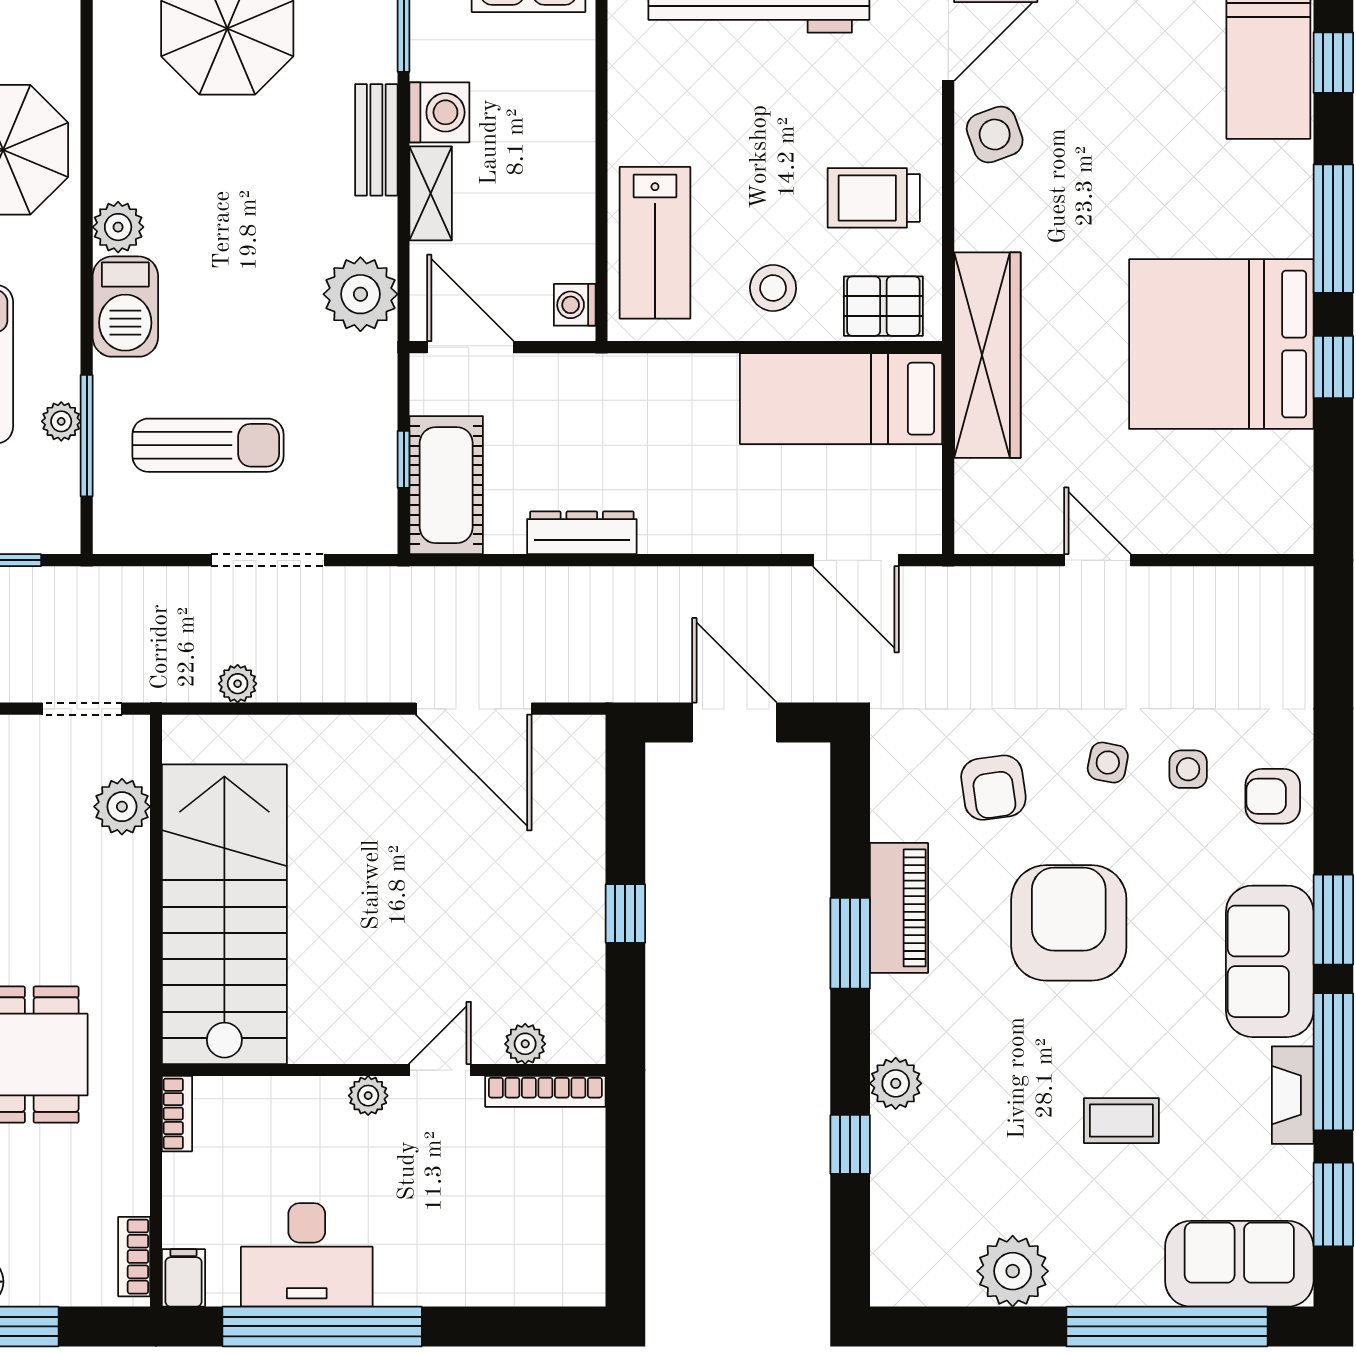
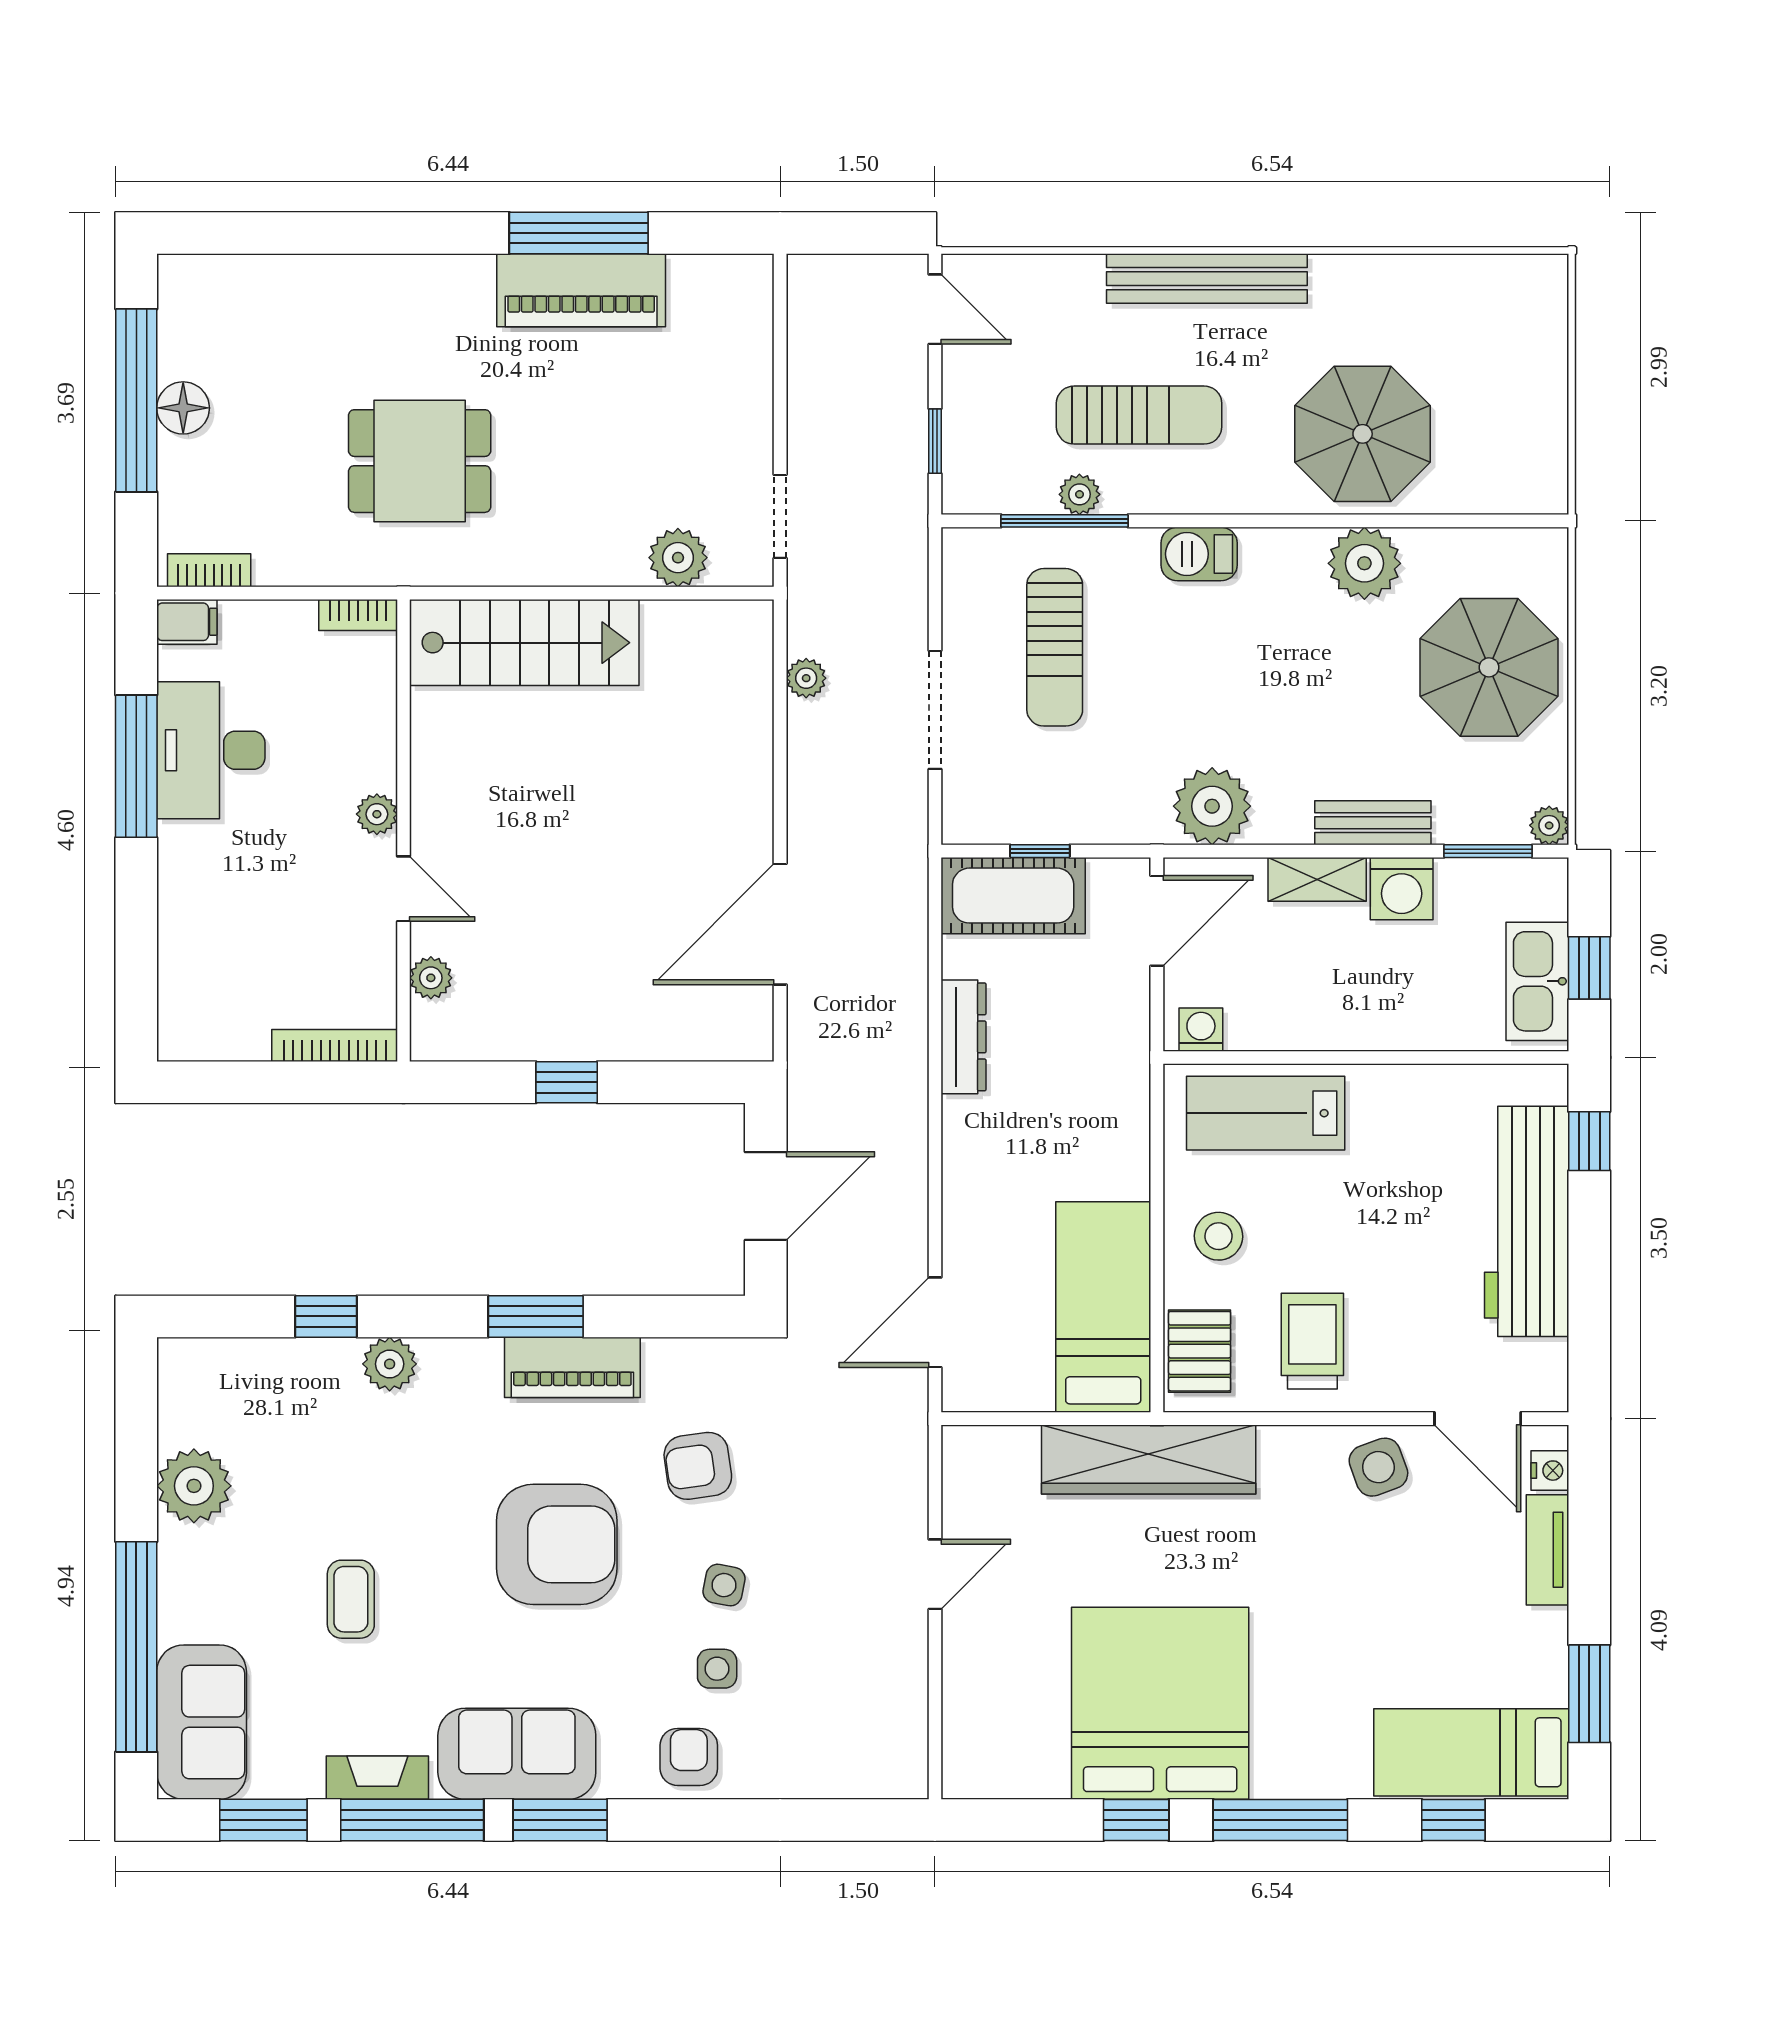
plant: (118, 227) -> (1364, 563), moved, width x1.36, depth x1.36
barbecue: (125, 307) -> (1199, 554), width x0.73, depth x0.79
stairs: (224, 914) -> (524, 643), width x0.73, depth x0.66
bookcase: (545, 1091) -> (335, 1046), moved, turned 90
window: (322, 1326) -> (136, 766), width x0.68

